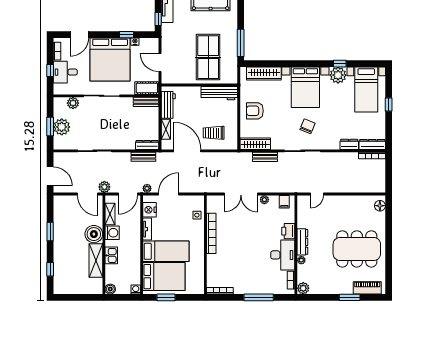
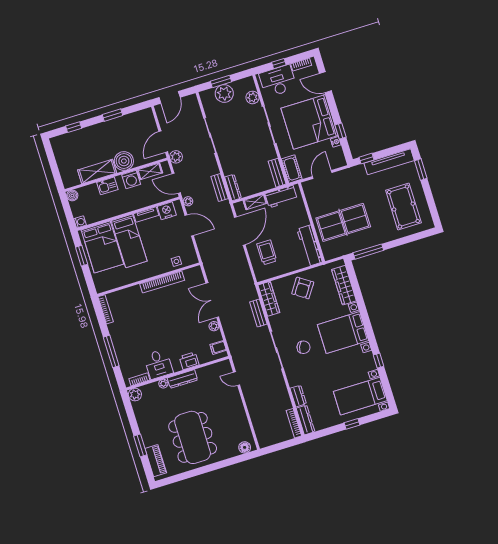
desk: (65, 72) -> (278, 81), width x1.37
plant: (338, 75) -> (366, 362), removed
armchair: (255, 111) -> (303, 288), turned -146
desk: (283, 255) -> (158, 364), width x0.73

